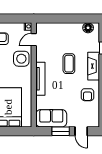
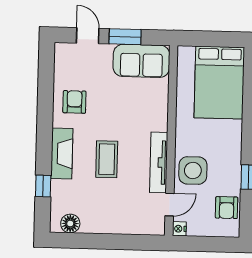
tv unit: (40, 79) -> (159, 162), moved

